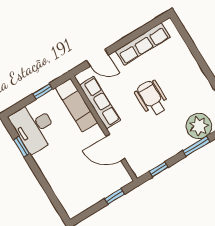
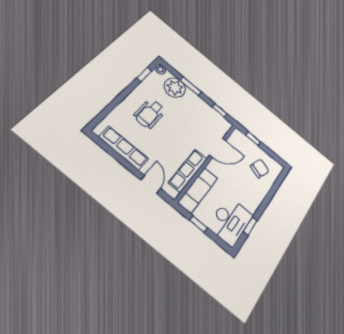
wheelchair: (152, 98) -> (150, 114), moved
door: (115, 147) -> (218, 148), hinge flipped
chair: (78, 188) -> (260, 168), added

